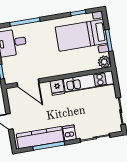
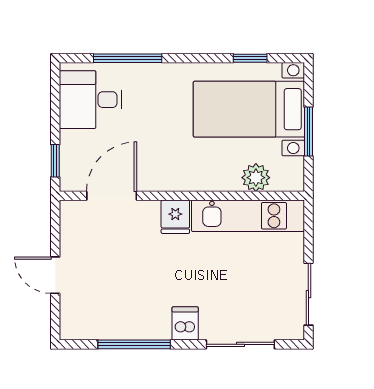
plant: (104, 62) -> (256, 178), moved
door: (28, 83) -> (112, 196), swing flipped
kitchen counter: (40, 138) -> (118, 323), removed

